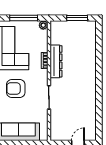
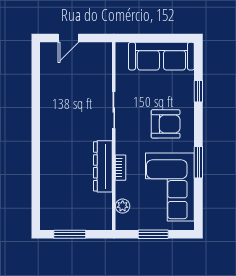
window: (24, 18) -> (153, 234), width x0.69
plant: (43, 25) -> (123, 206), moved

